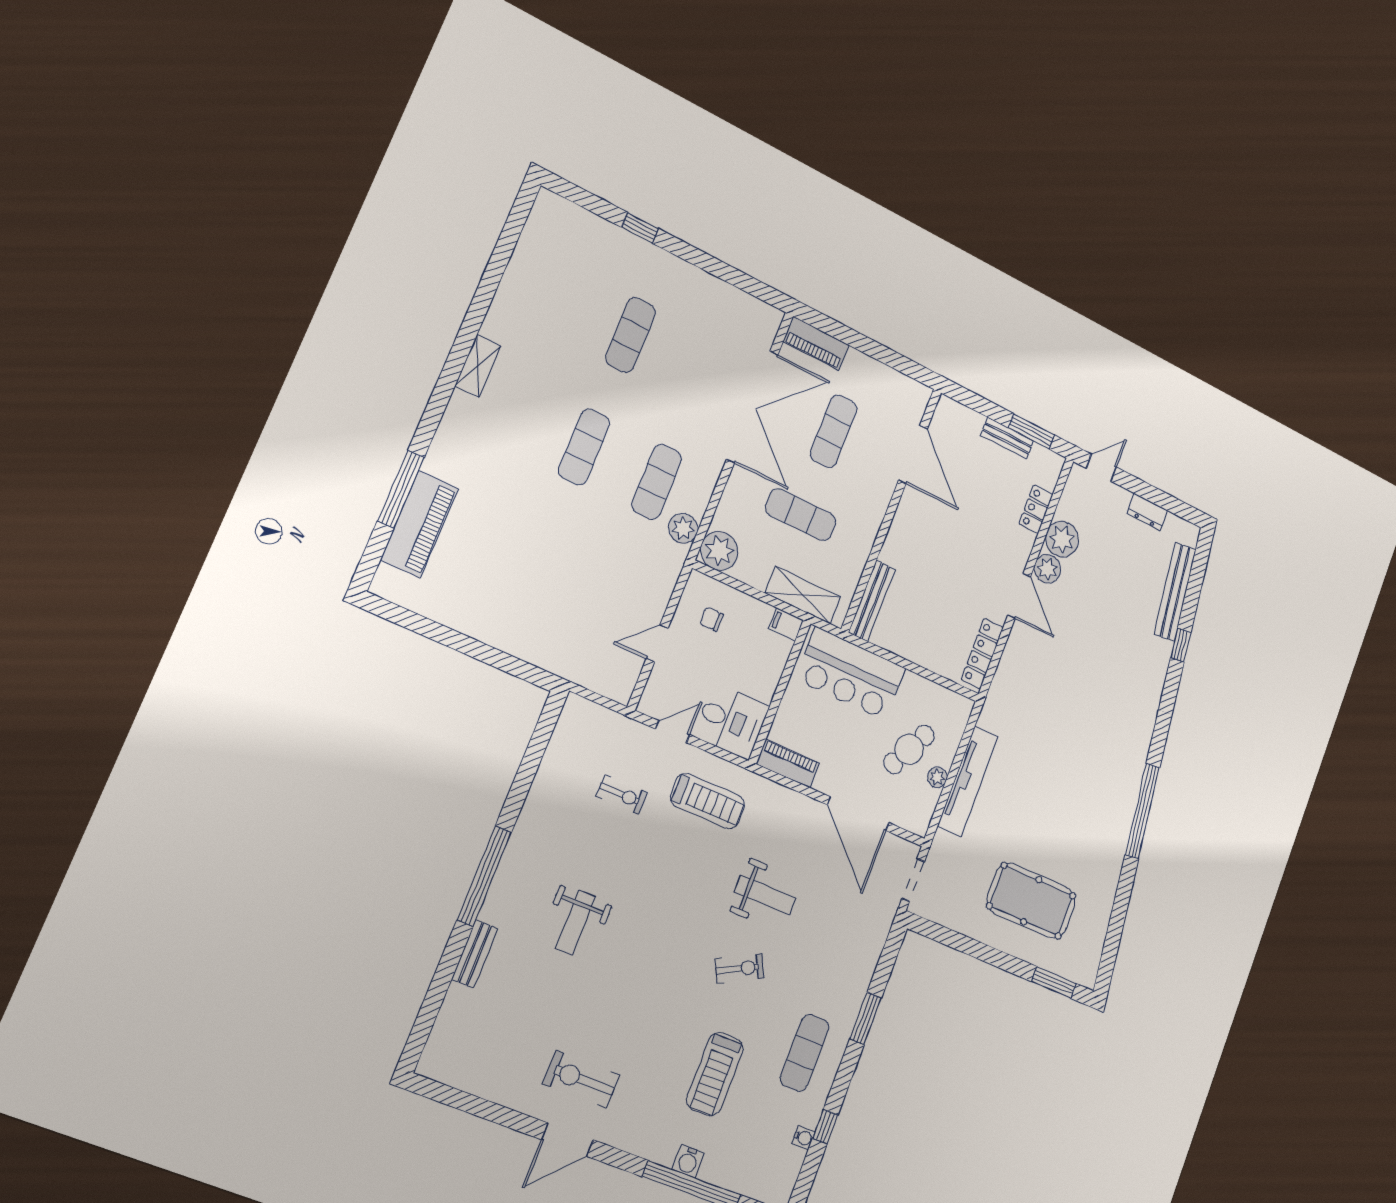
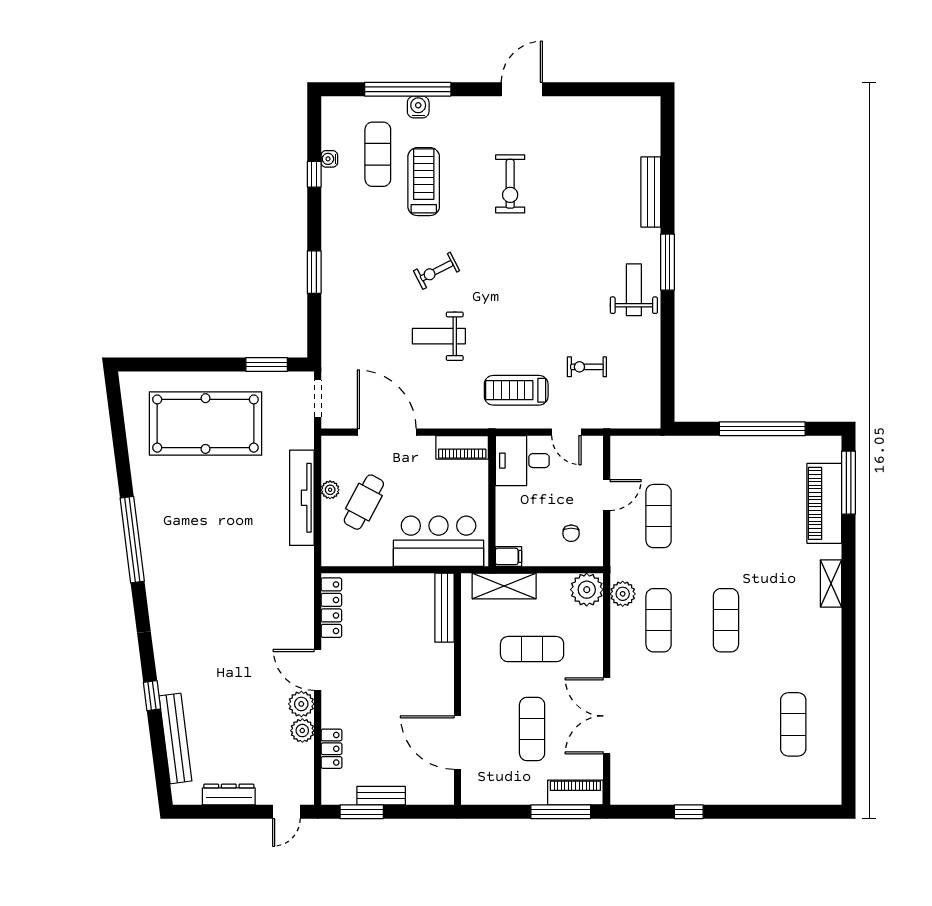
window: (640, 228) -> (689, 812), moved
window: (839, 331) -> (561, 812), added
exercise mat: (631, 335) -> (793, 724), moved
shelving: (478, 366) -> (831, 583), moved
double door: (752, 407) -> (607, 716), width x0.73
window: (401, 489) -> (849, 483), moved
dresser: (1147, 512) -> (229, 795), width x1.44
plant: (1062, 539) -> (302, 731), width x0.73, depth x0.73
exercise mat: (611, 595) -> (659, 516), added
chair: (711, 619) -> (571, 533), turned 90
window: (455, 640) -> (762, 429), added
door: (673, 732) -> (566, 432), hinge flipped
window: (484, 876) -> (667, 262), width x0.68
pool table: (1031, 901) -> (205, 424), width x1.36, depth x1.32
weight bench: (575, 922) -> (634, 290), moved
bench: (475, 954) -> (651, 192), width x1.36
window: (1054, 982) -> (267, 364), moved
exercise mat: (805, 1053) -> (378, 154), moved
exercise bike: (581, 1079) -> (510, 184), moved, turned 90

